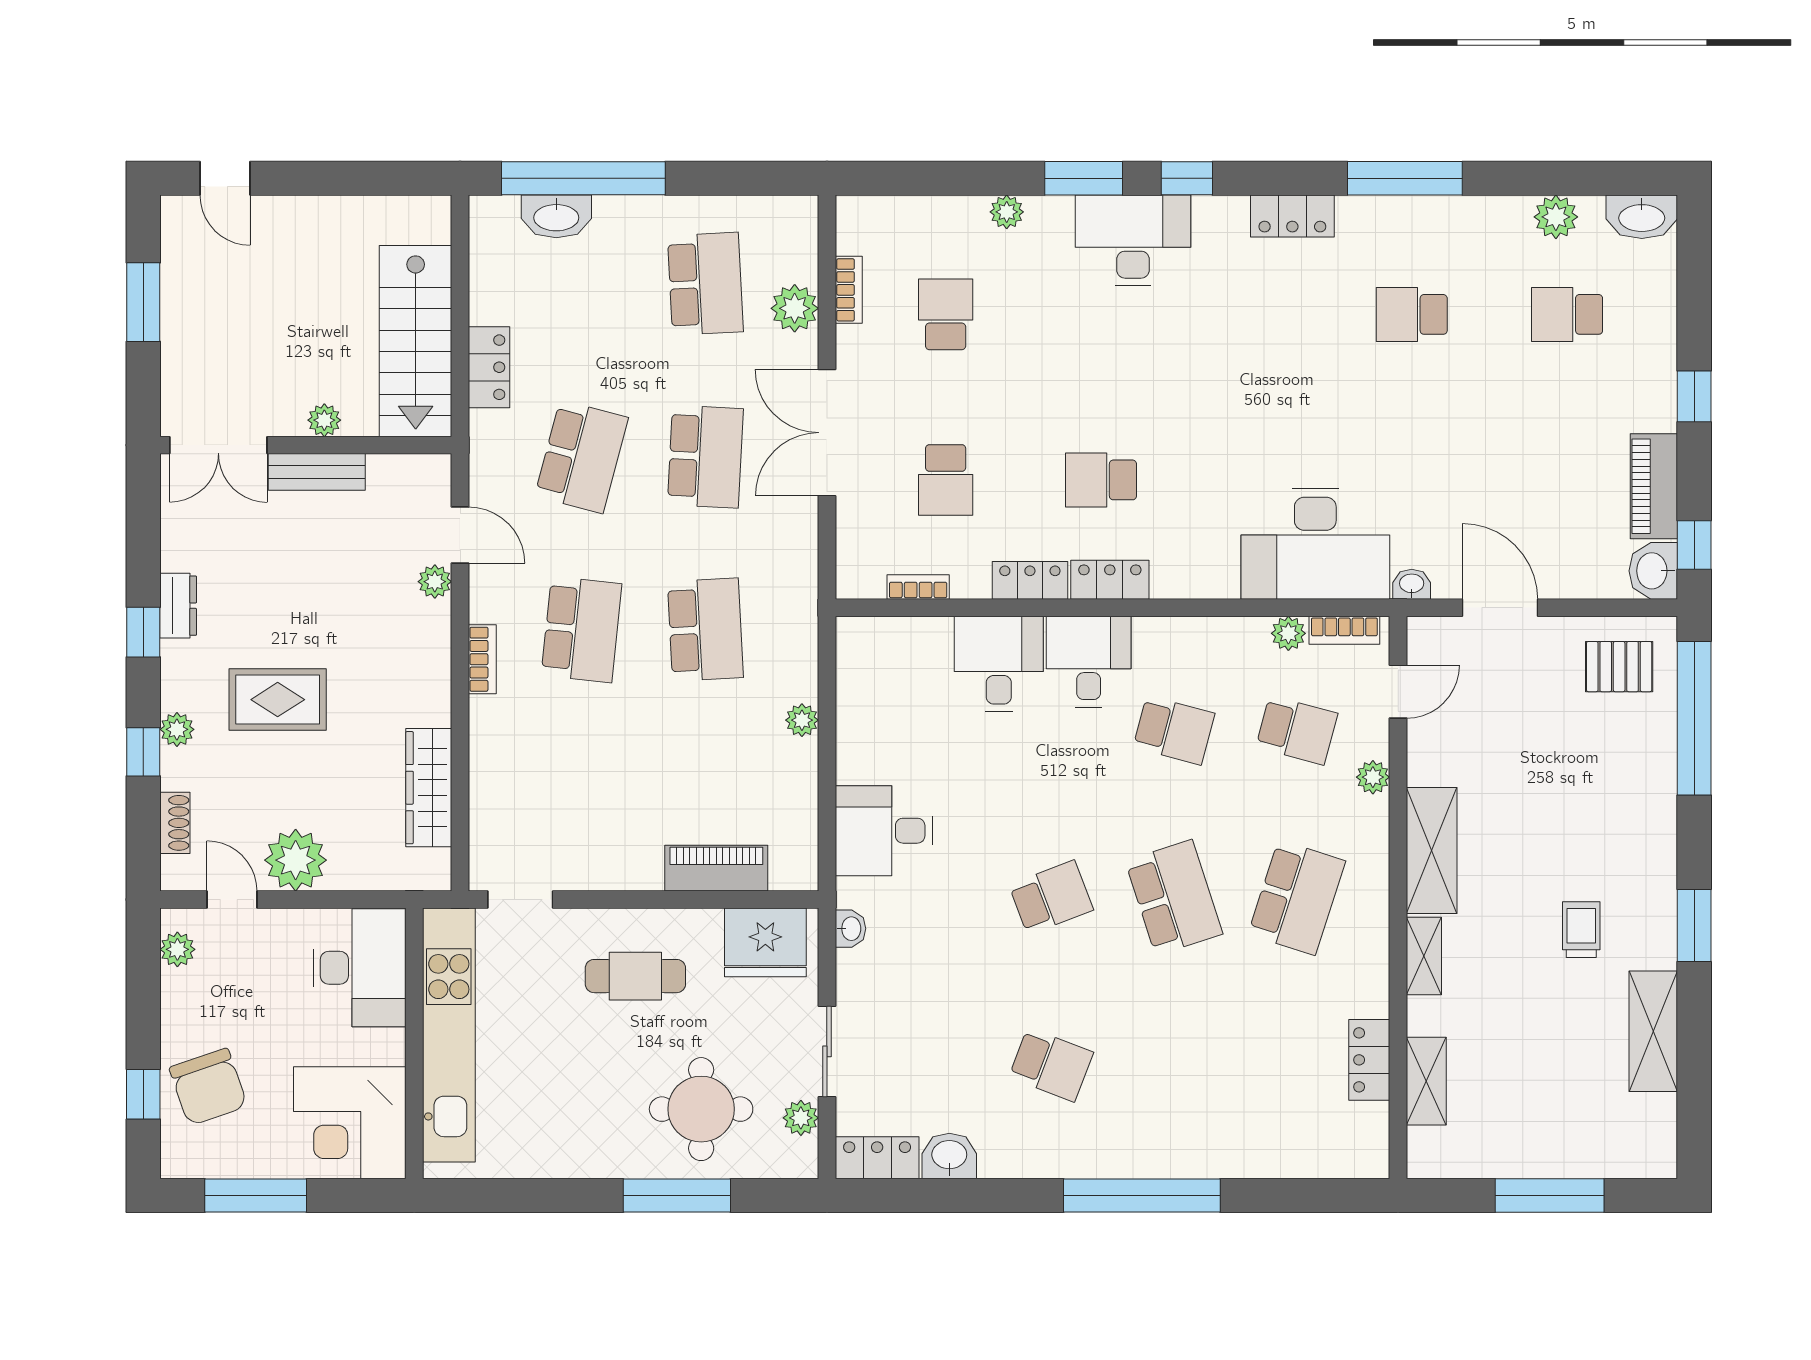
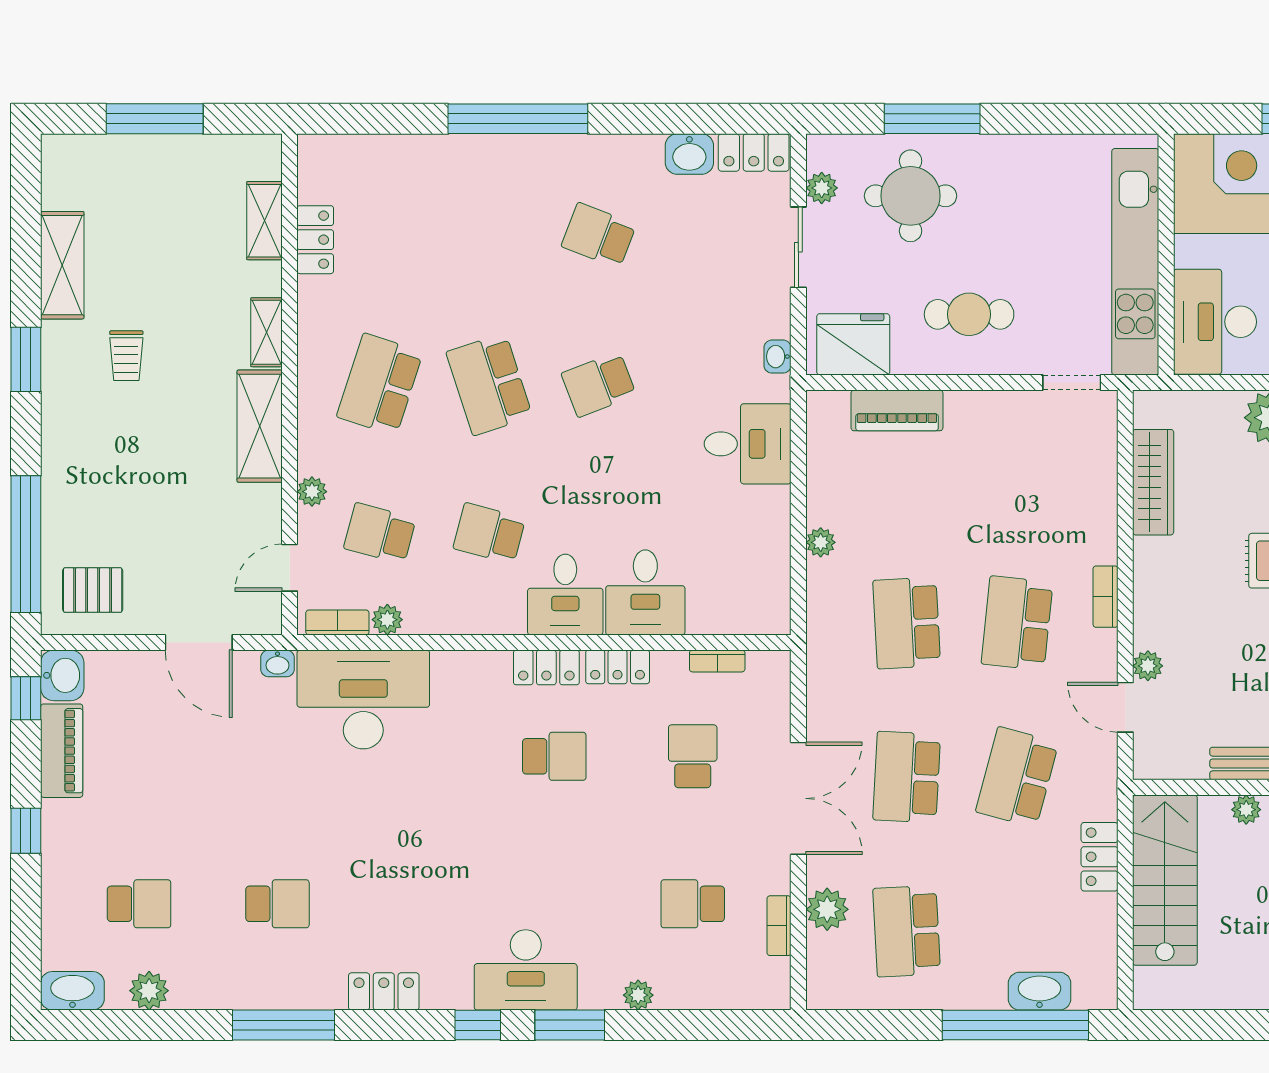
school desk: (946, 314) -> (693, 904), turned 90

